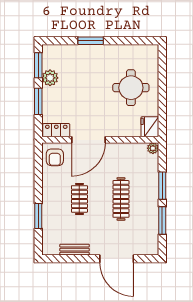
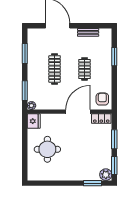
window: (91, 41) -> (92, 183), moved
plant: (50, 78) -> (106, 175), moved
window: (162, 186) -> (25, 91), moved

